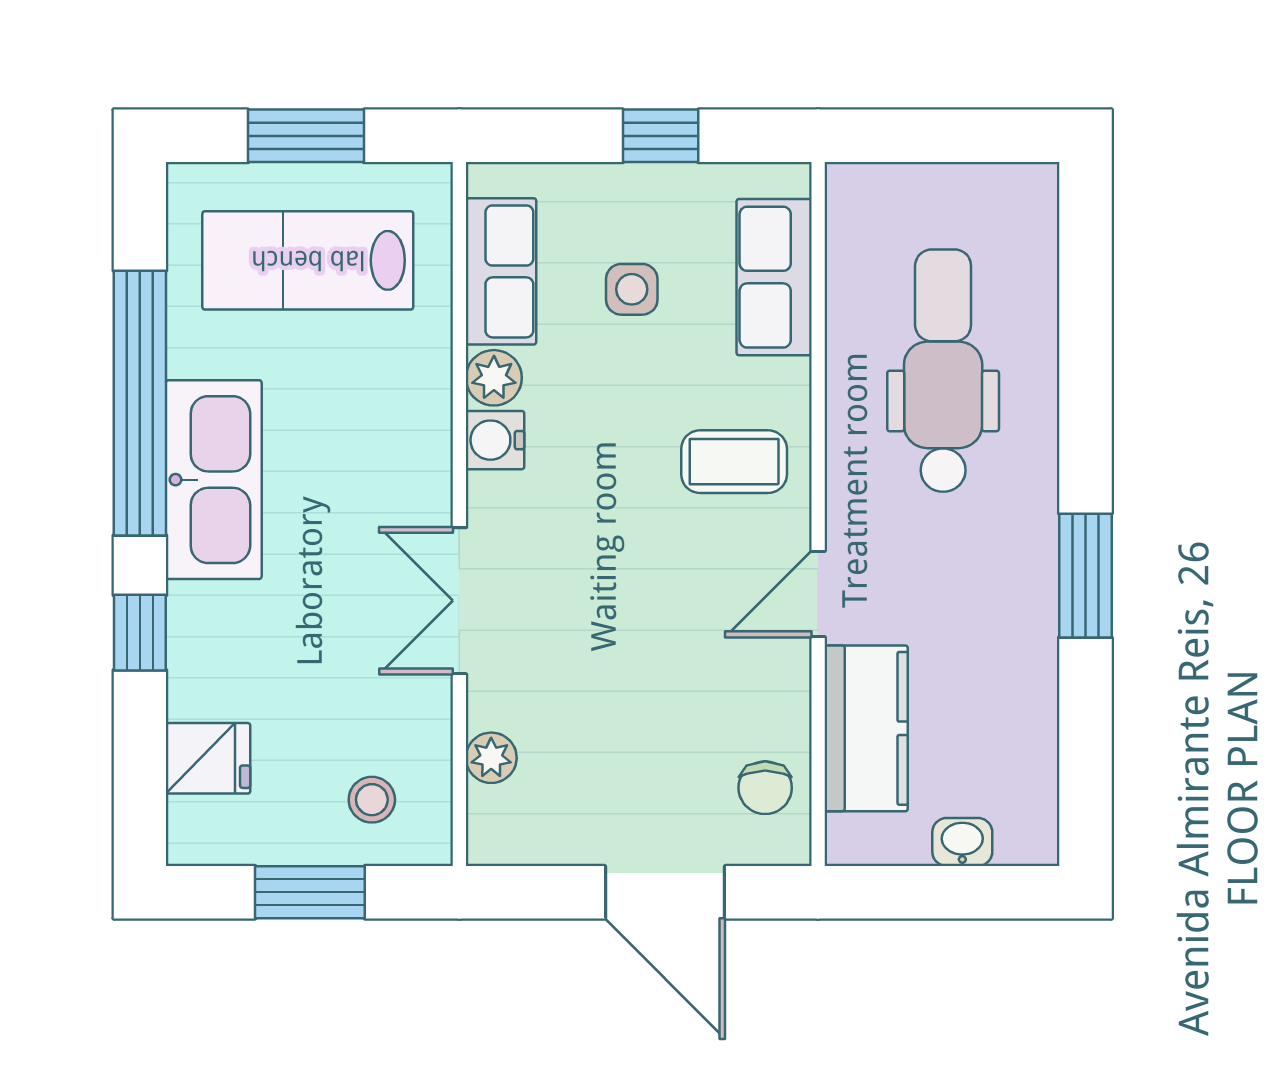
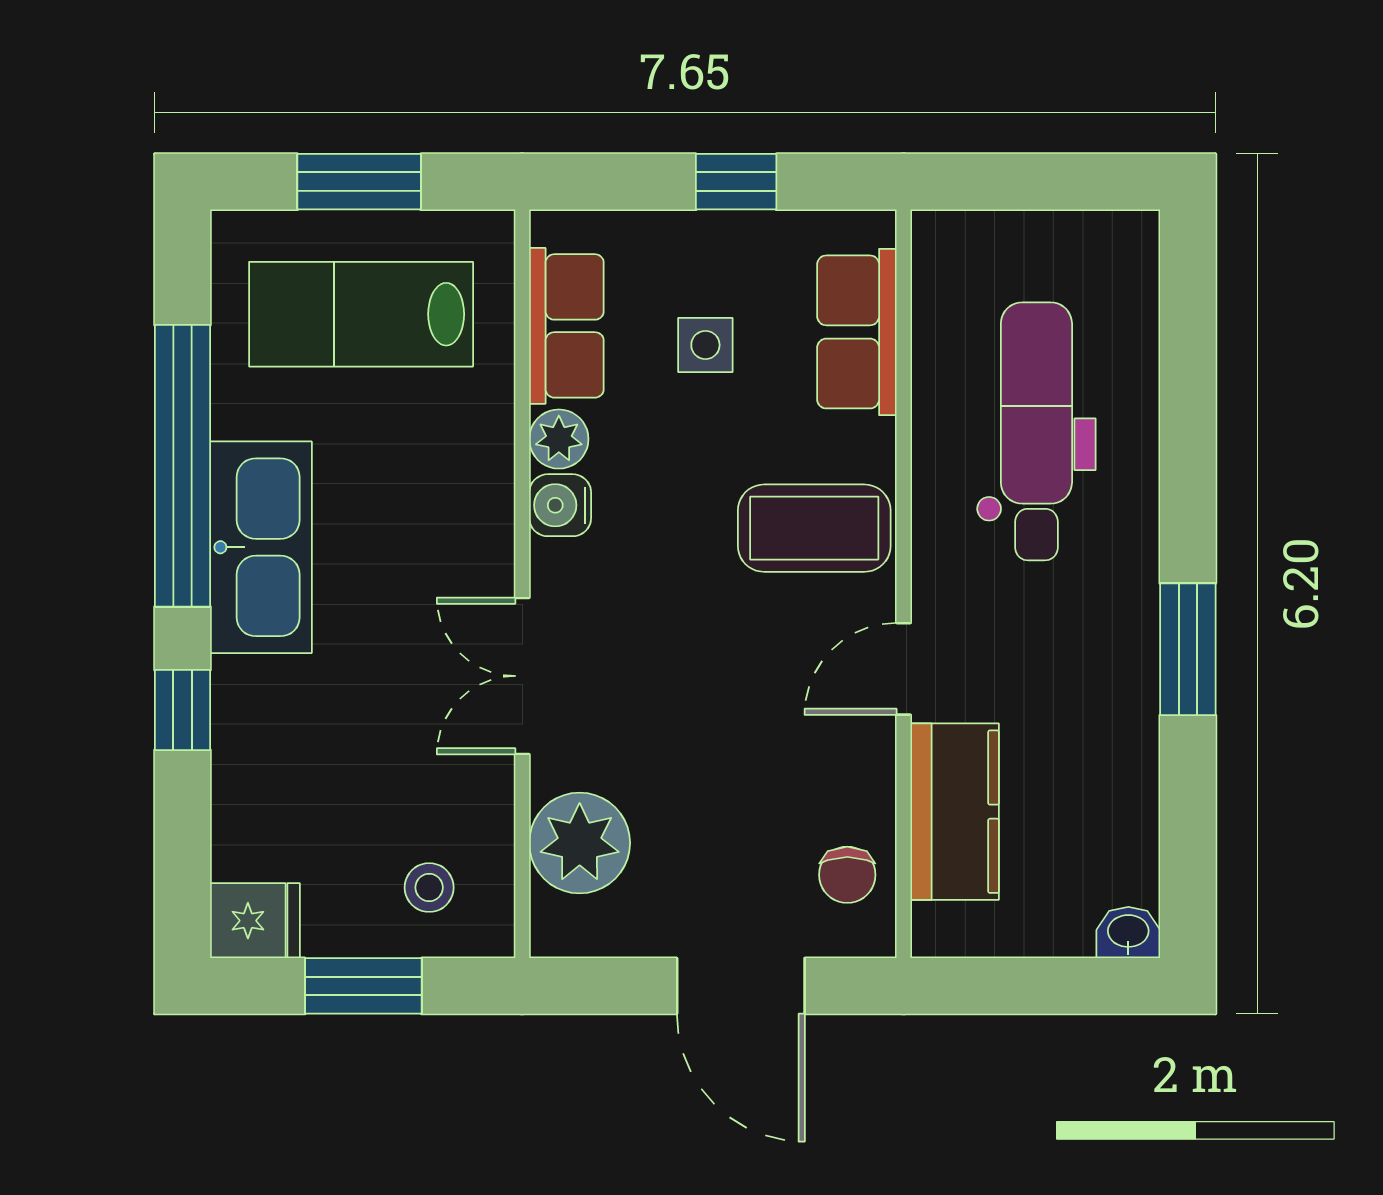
coffee table: (734, 462) -> (814, 528), width x1.36, depth x1.30
fridge: (208, 758) -> (255, 921), moved
plant: (491, 758) -> (580, 843), width x1.88, depth x1.88
washbasin: (962, 842) -> (1128, 933), moved

